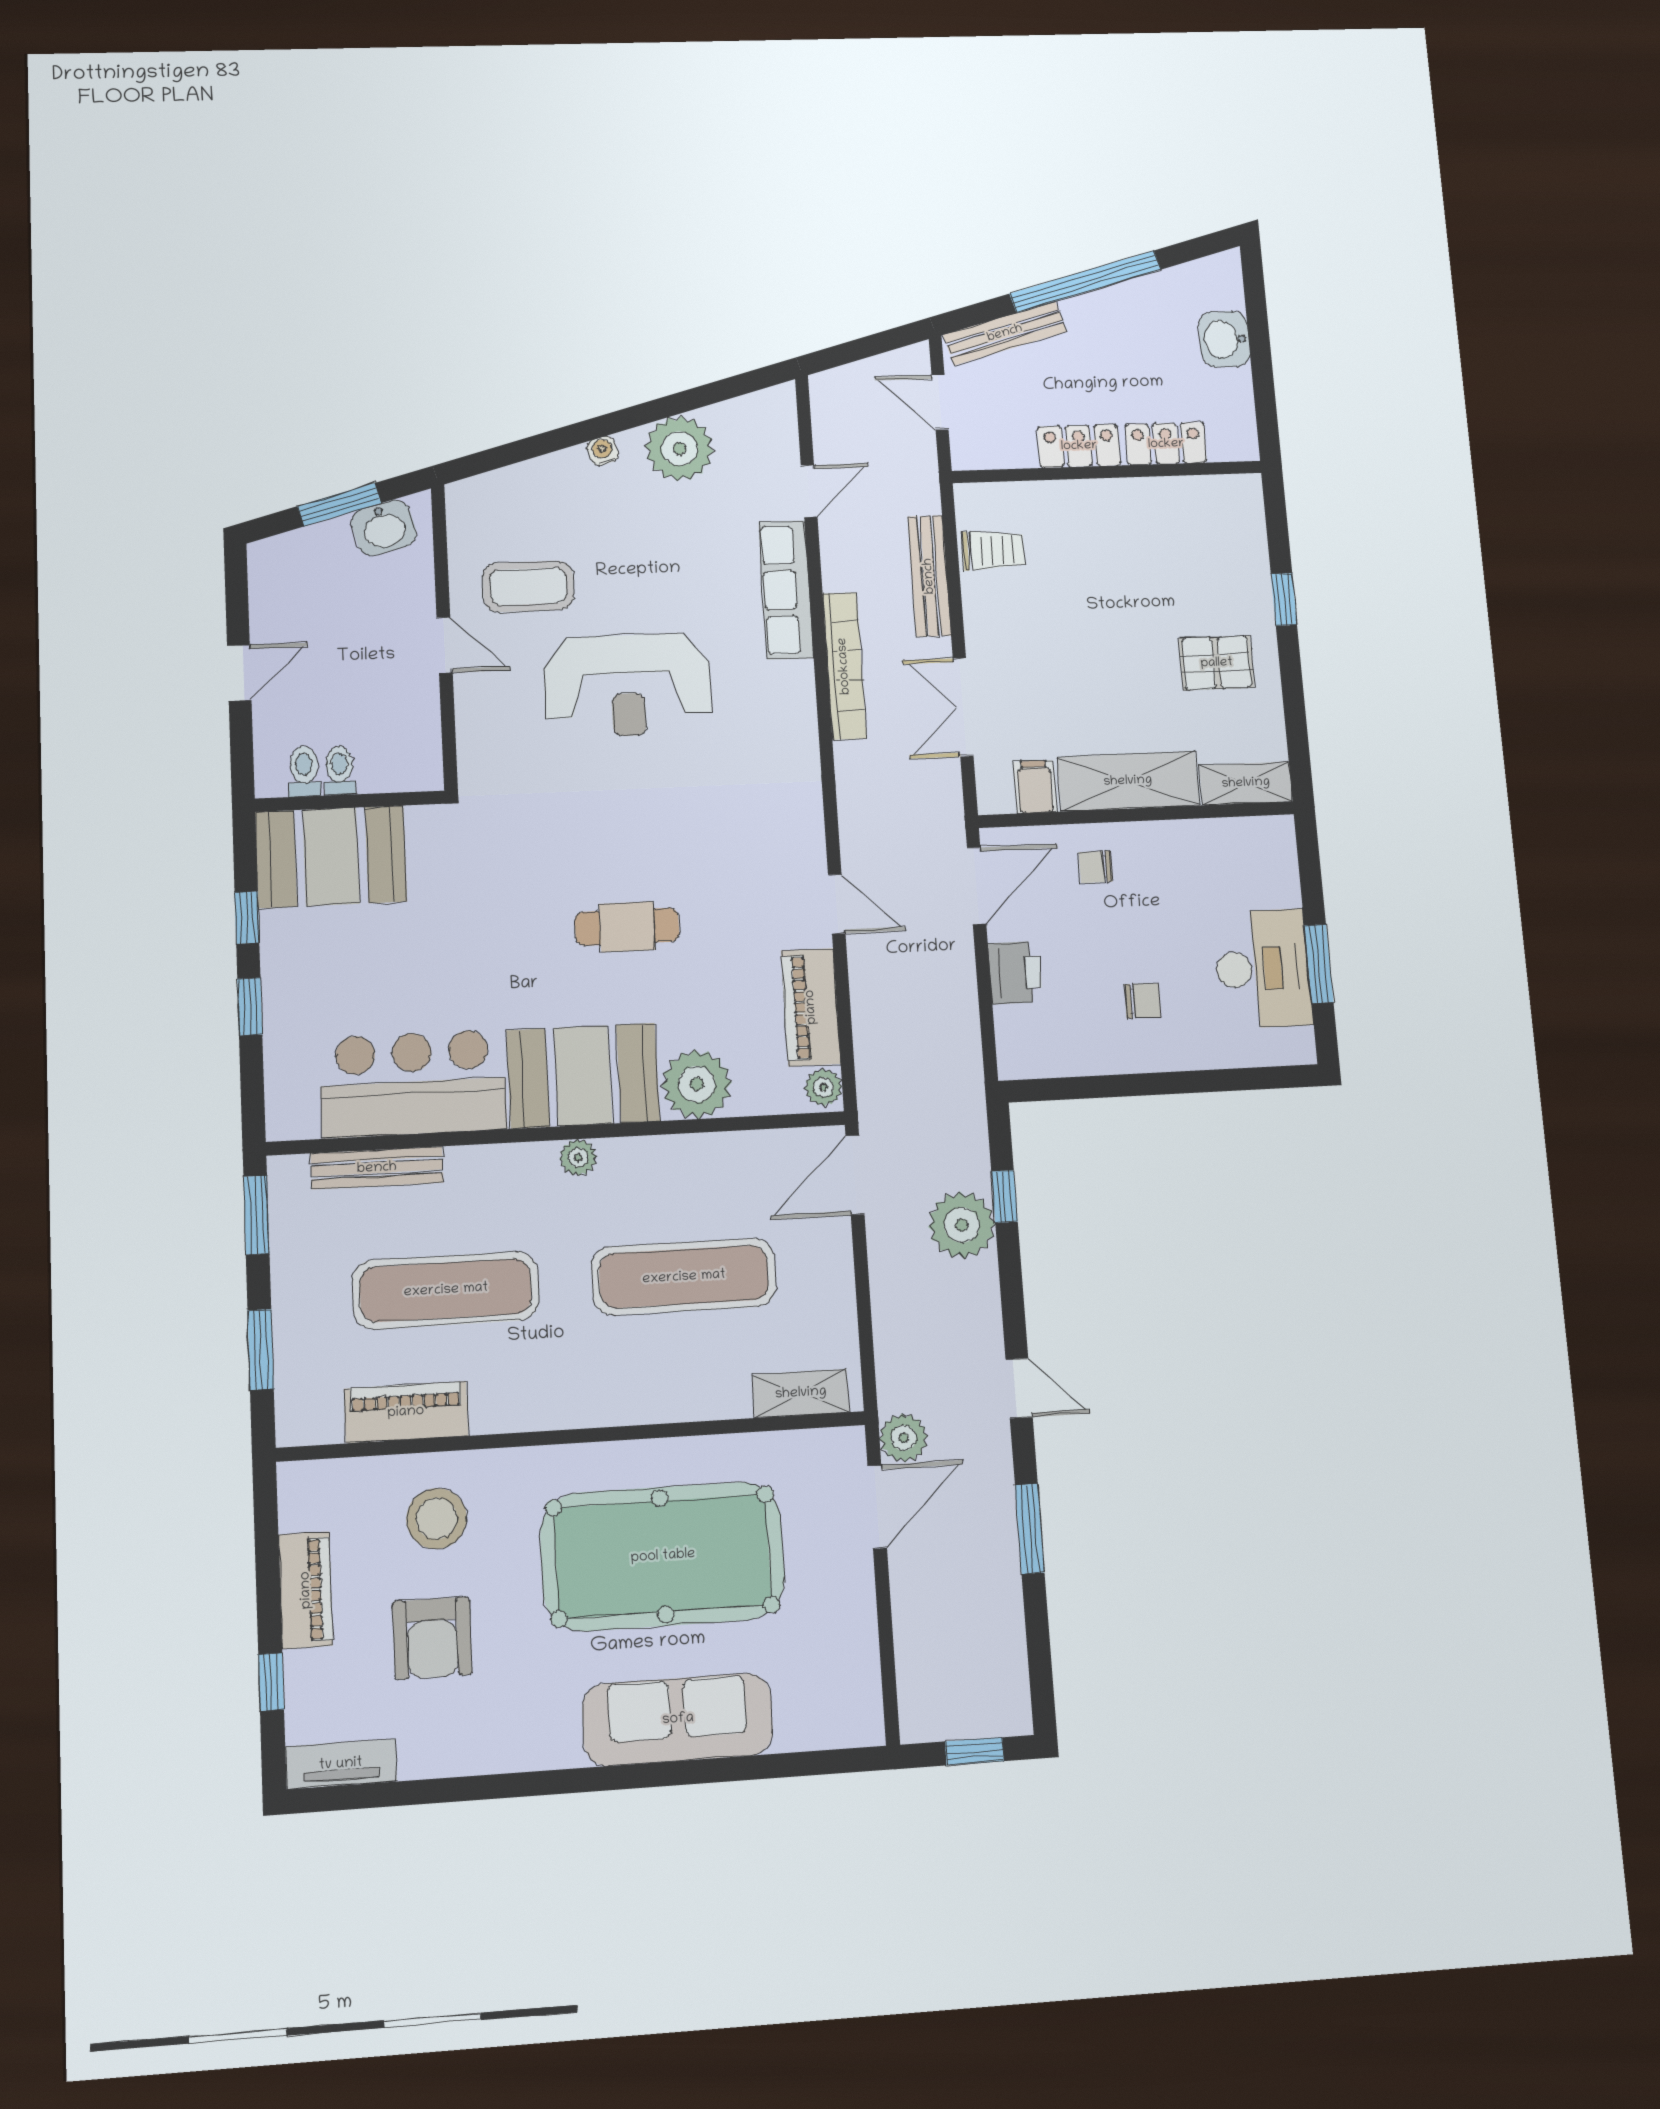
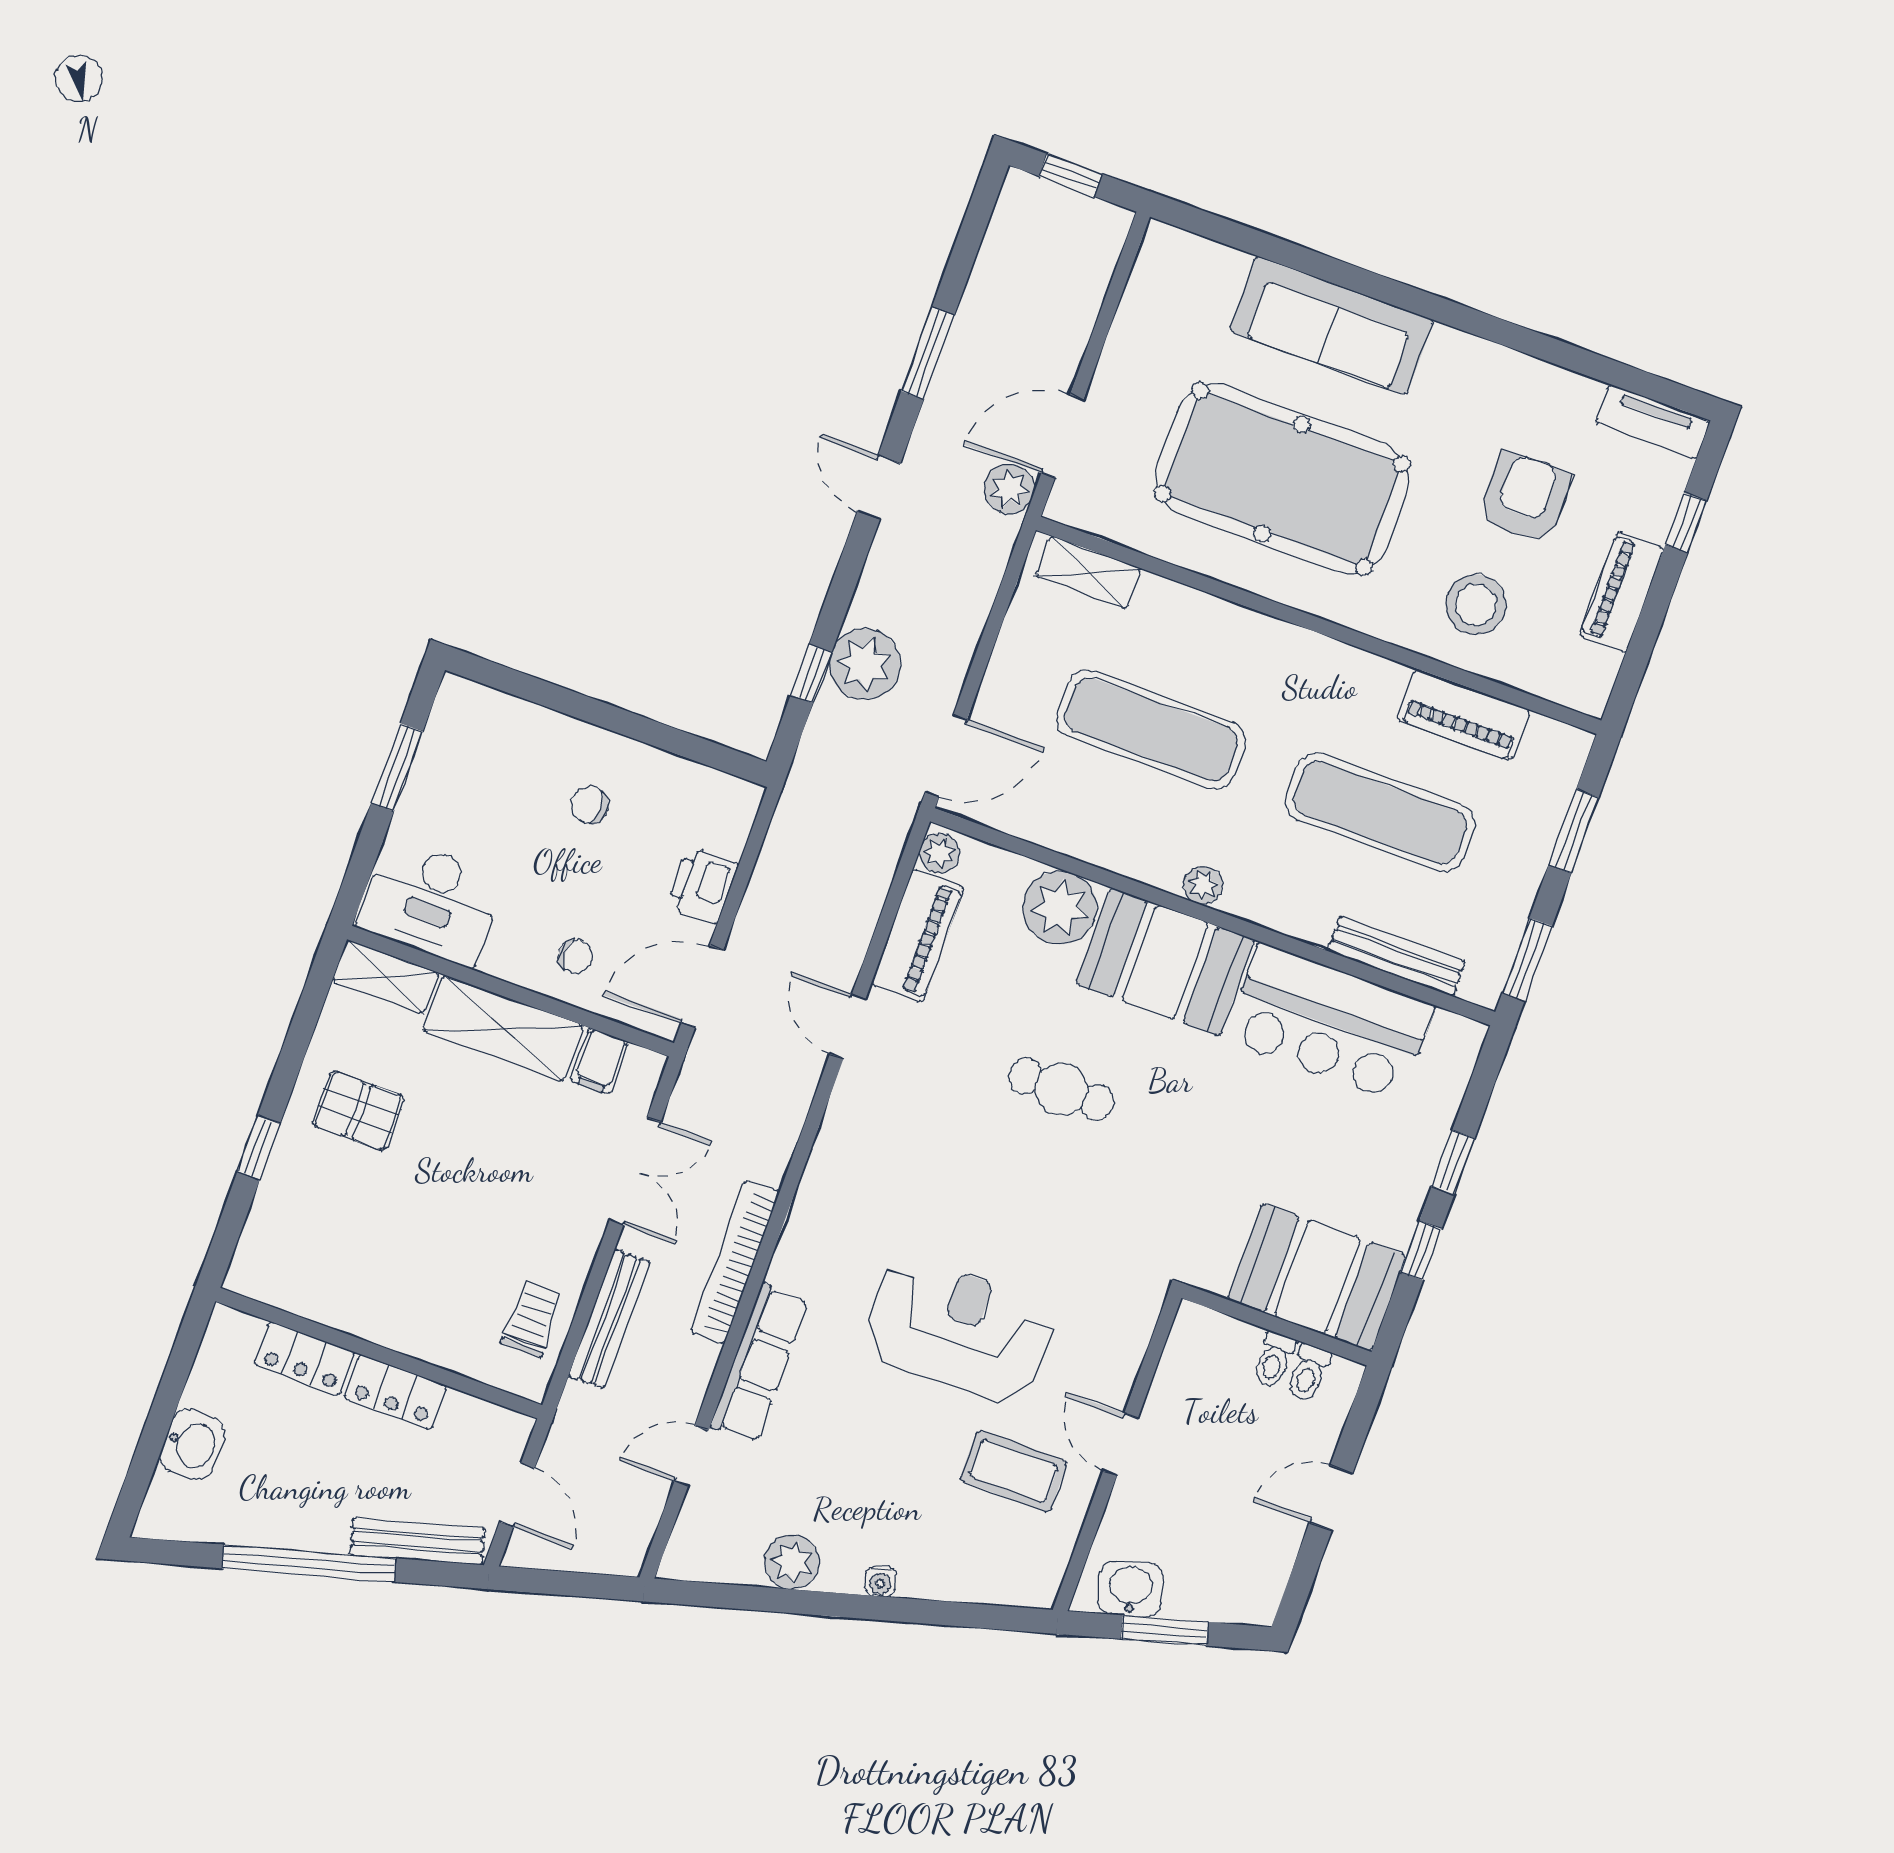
plant: (679, 448) -> (792, 1562), width x0.73, depth x0.73
trolley: (993, 550) -> (532, 1319), turned 90
desk: (1263, 969) -> (431, 902), moved, turned -90

